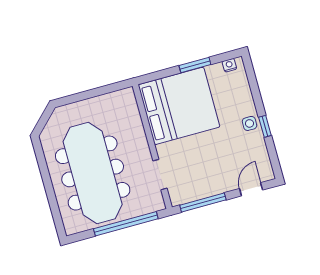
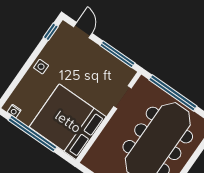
window: (195, 65) -> (33, 134), width x2.11
window: (265, 126) -> (51, 32), moved
door: (251, 189) -> (83, 30), swing flipped

